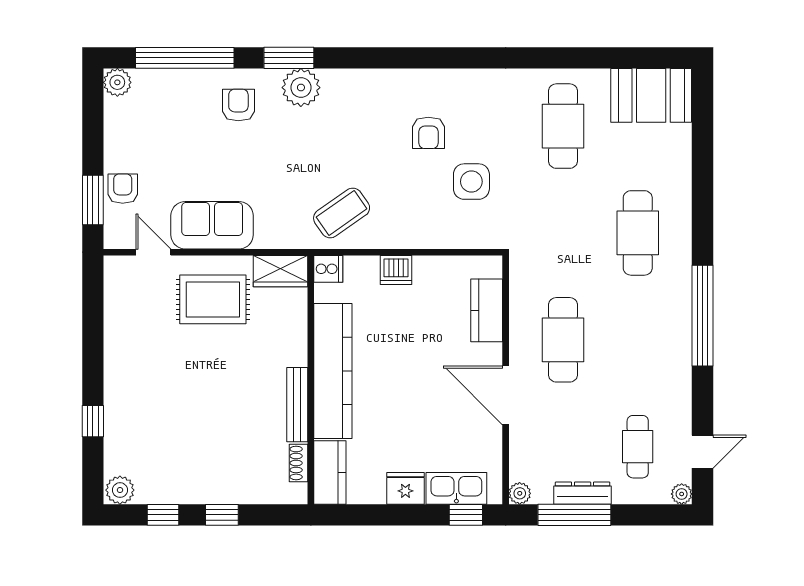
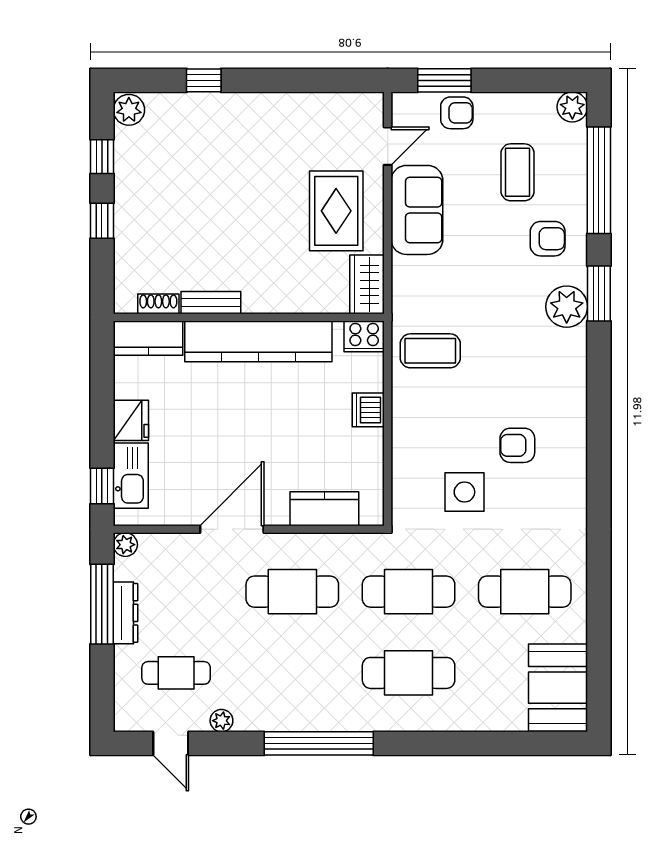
coffee table: (177, 133) -> (518, 172), added
coffee table: (342, 213) -> (430, 351), turned -55
cafe table: (563, 233) -> (409, 592), added
cooker: (328, 269) -> (364, 336), width x1.36
bench: (297, 405) -> (211, 303), width x0.73
plant: (682, 494) -> (221, 721), moved

